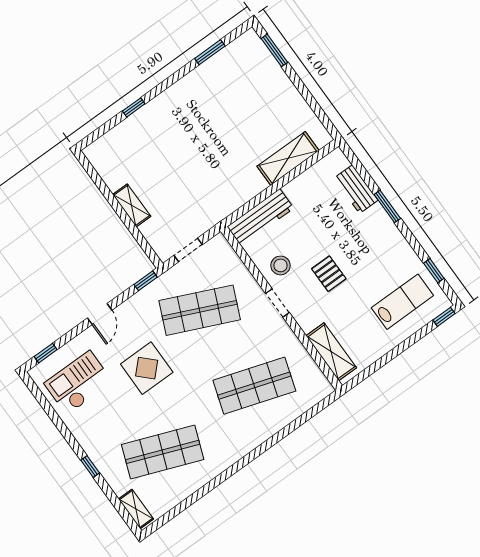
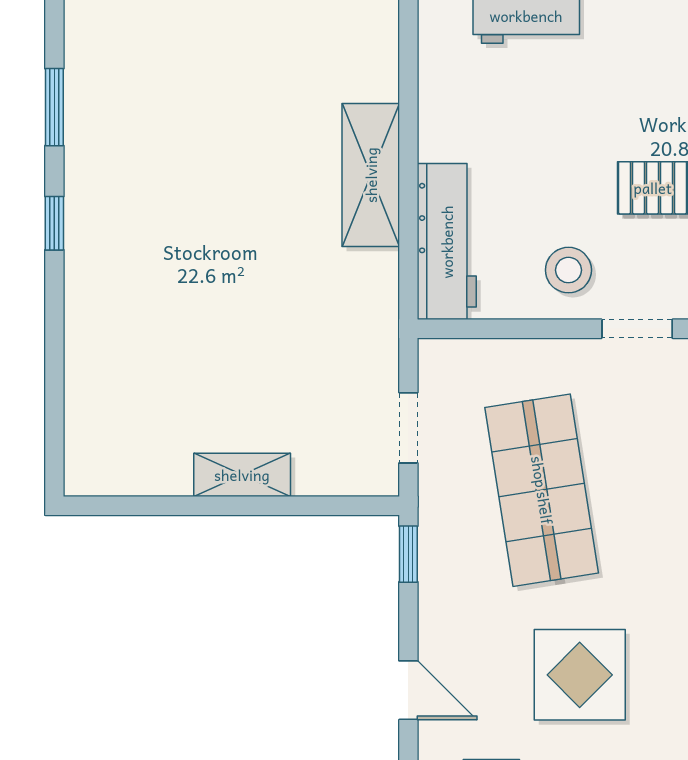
window: (134, 107) -> (54, 223), moved
shelving: (288, 158) -> (371, 175), moved
shop shelf: (200, 310) -> (542, 490), turned -33

